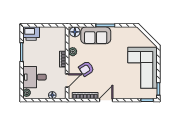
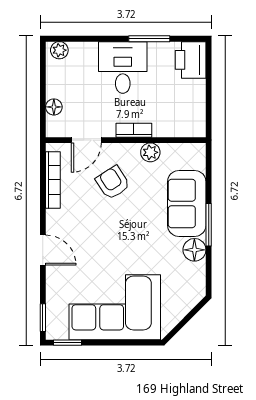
floor lamp: (75, 32) -> (194, 250), moved
desk: (34, 77) -> (123, 67), moved
door: (67, 81) -> (86, 140), hinge flipped
door: (106, 100) -> (43, 250), moved

